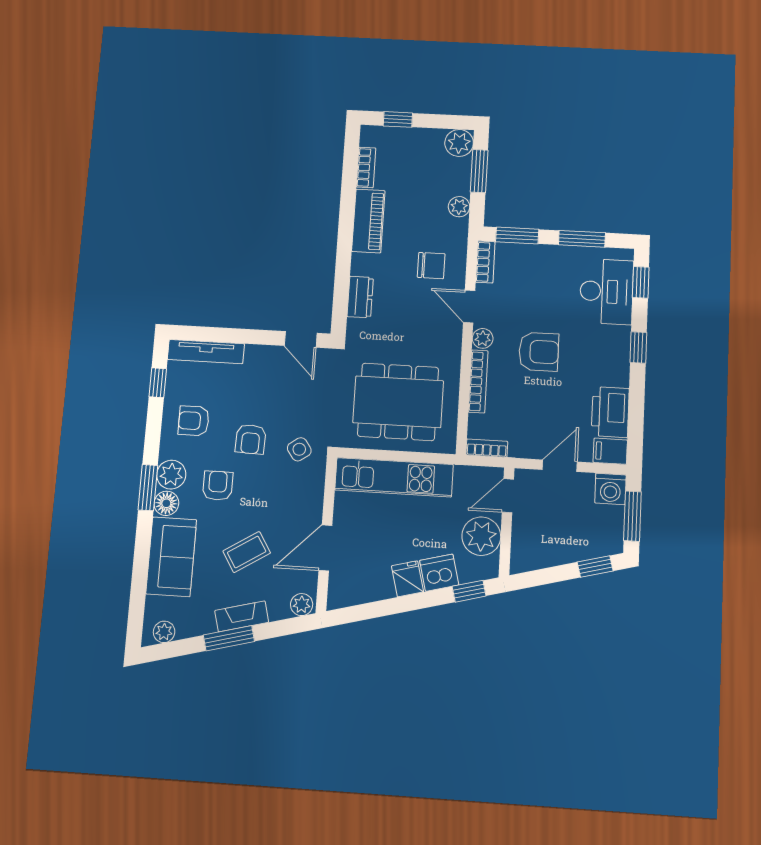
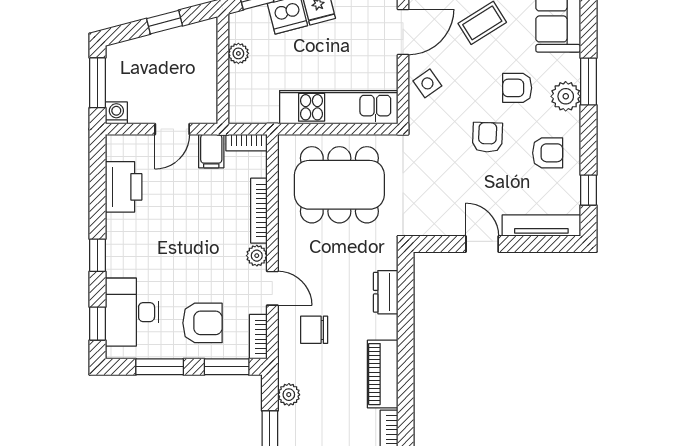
door: (301, 339) -> (482, 244), moved
armchair: (539, 352) -> (202, 323), moved, turned 180
side table: (299, 449) -> (427, 83), moved
filing cabinet: (610, 451) -> (211, 151), moved, turned 90
armchair: (218, 486) -> (517, 88), turned 90
washing machine: (610, 489) -> (116, 113), width x0.73, depth x0.73
door: (508, 496) -> (223, 96), removed
floor lamp: (166, 503) -> (568, 67), removed
plant: (481, 536) -> (238, 53), width x0.53, depth x0.53
window: (595, 566) -> (165, 22), moved

